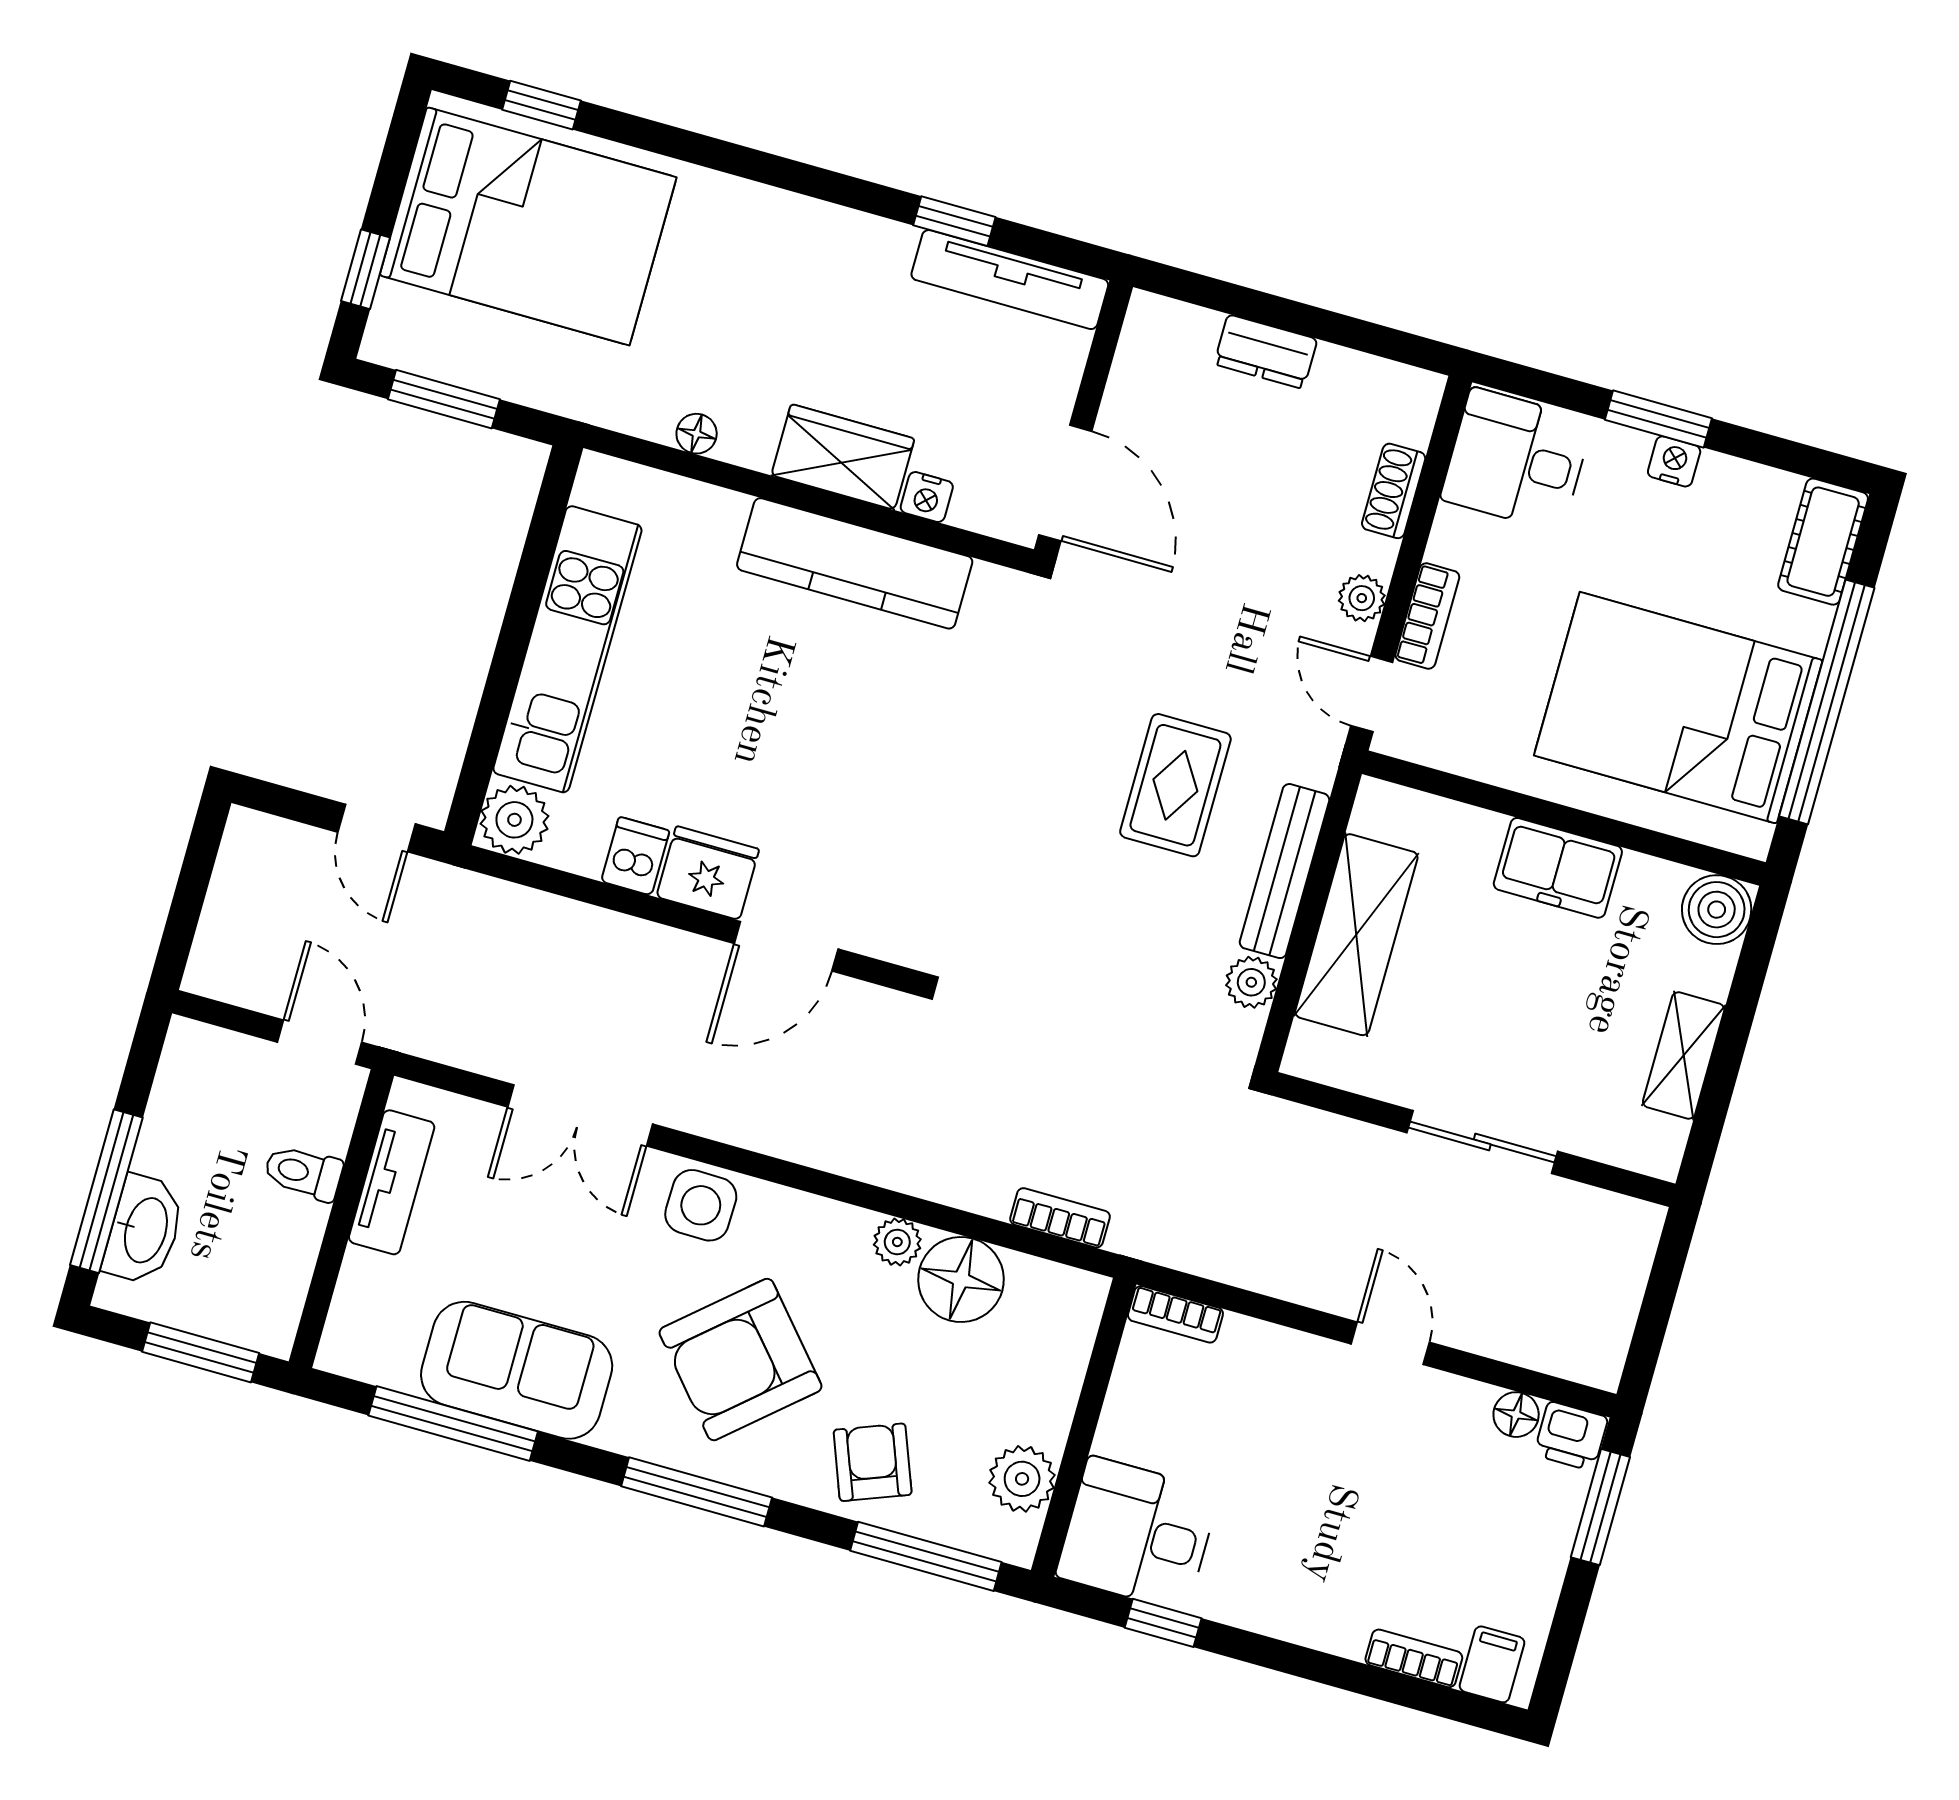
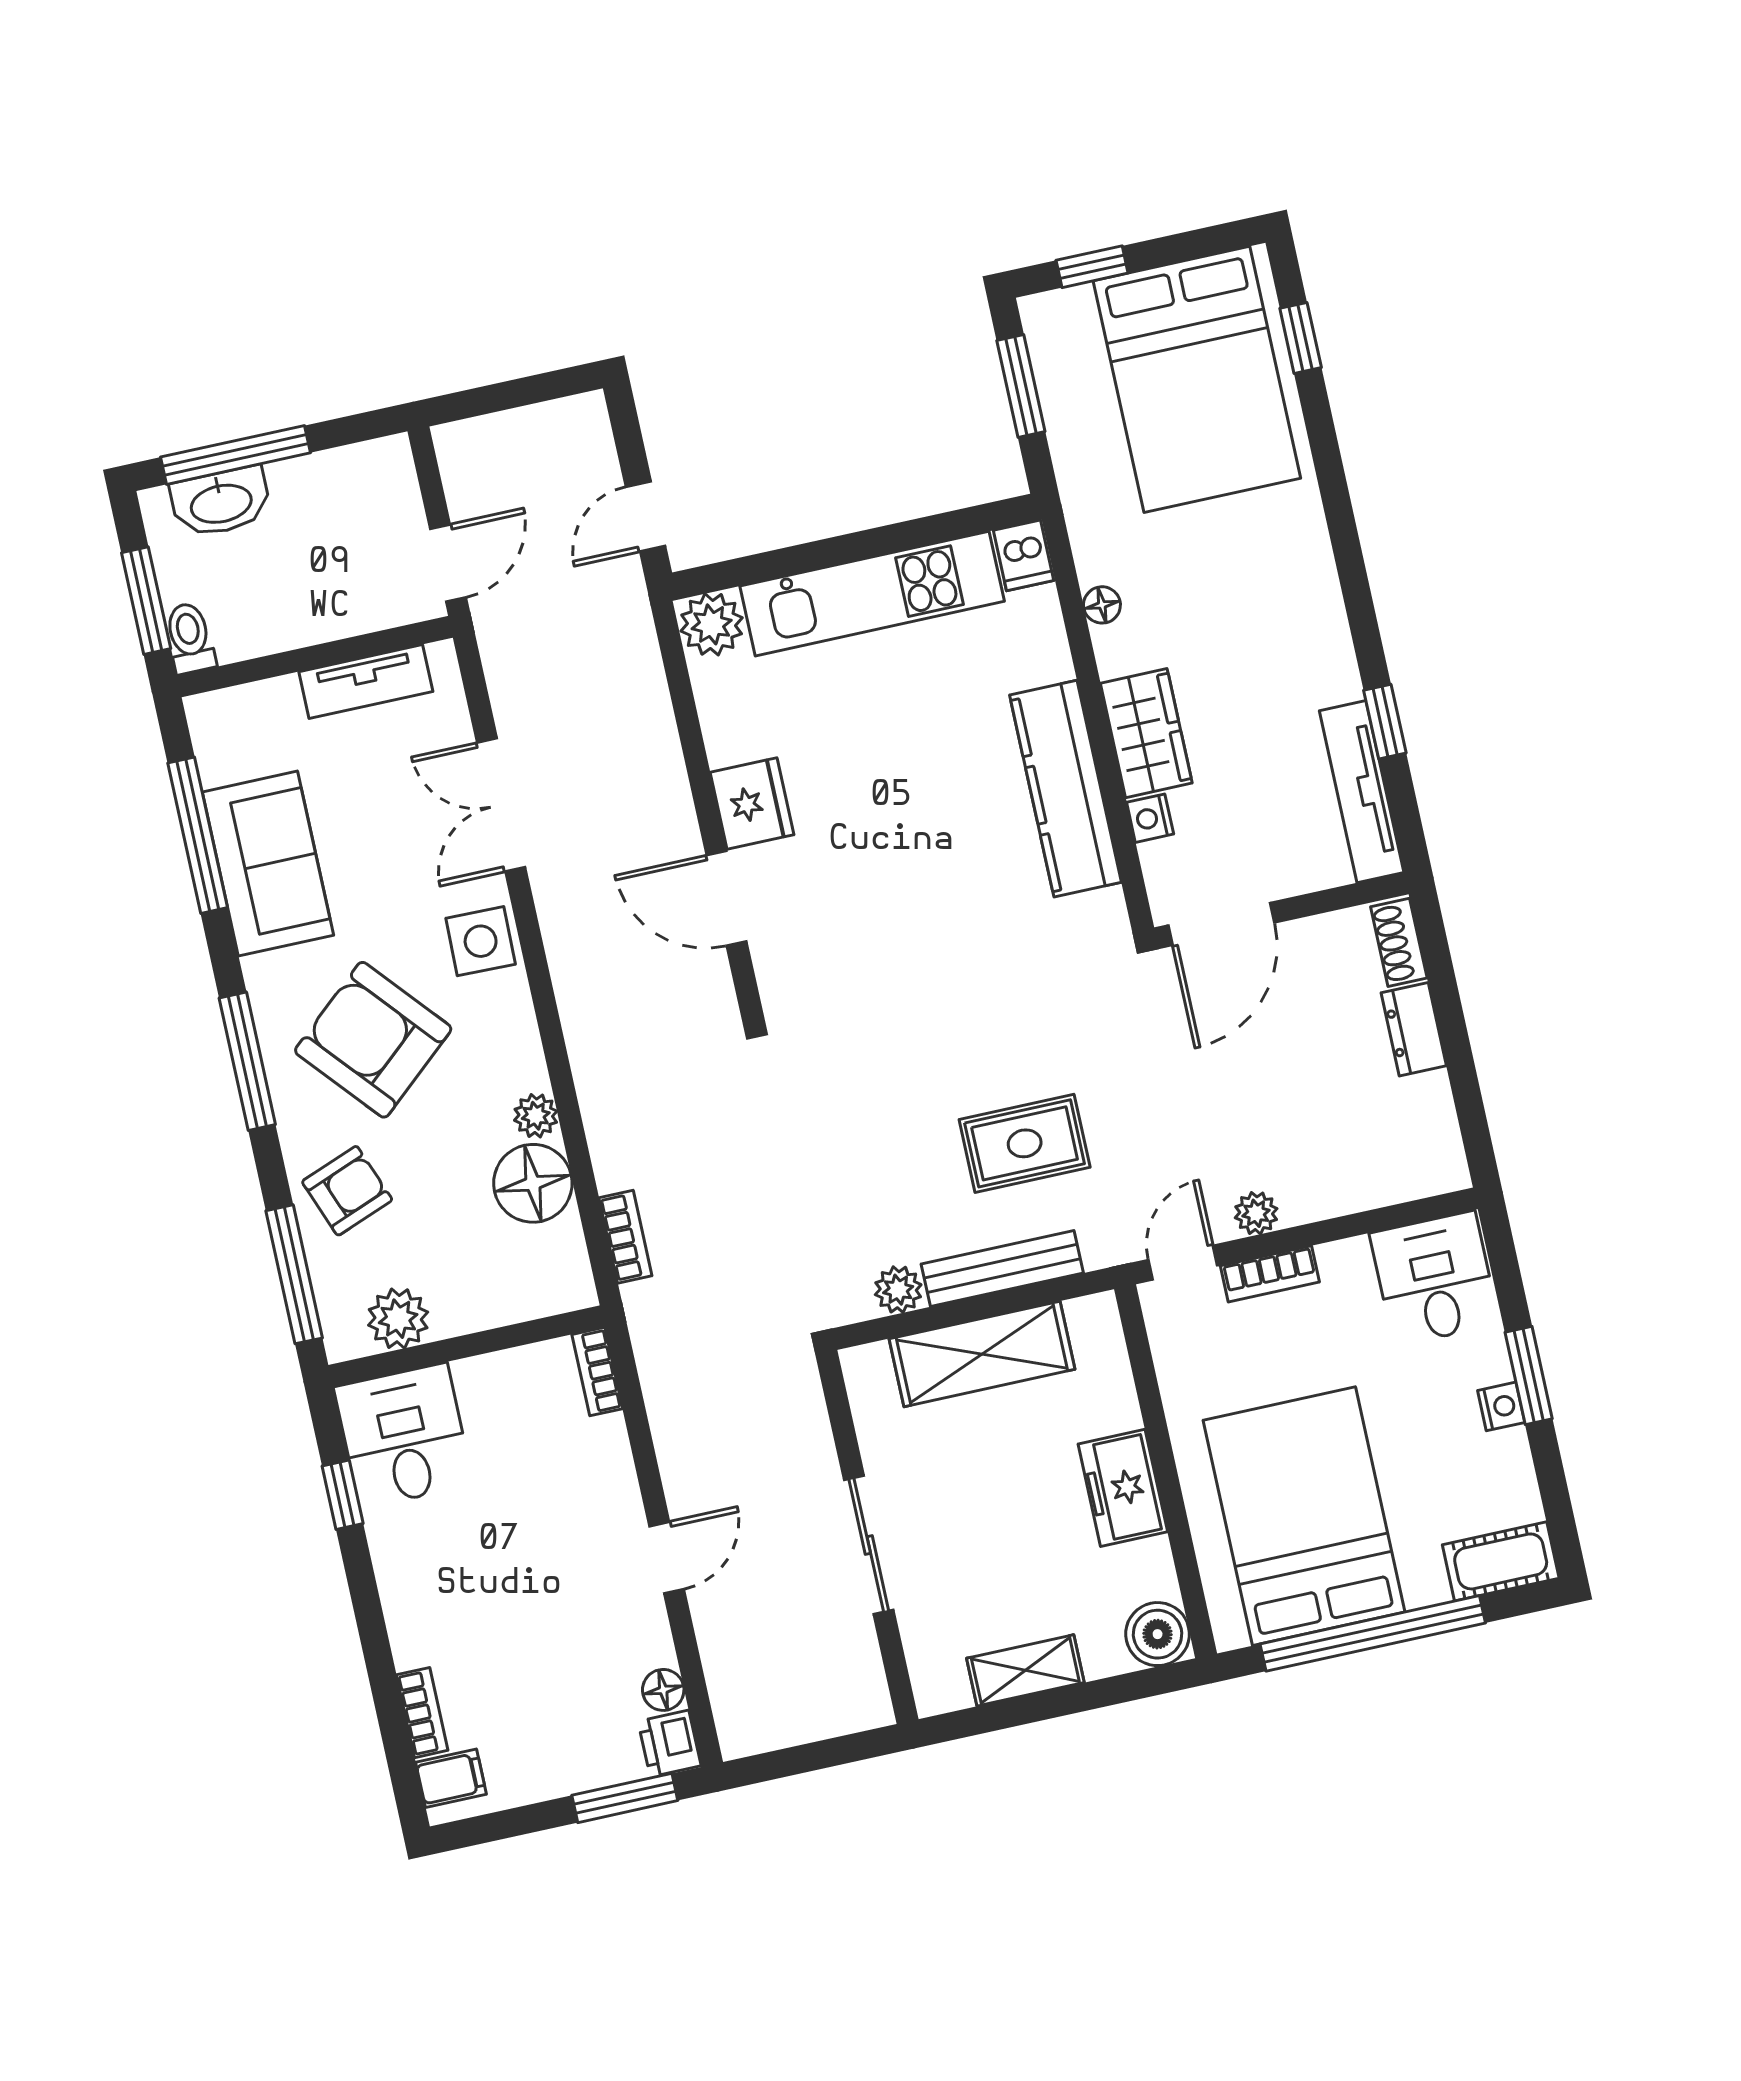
shoe rack: (1394, 491) -> (1399, 942), moved, turned -90
dishwasher: (635, 856) -> (1024, 555), moved, turned 90
toilet: (303, 1173) -> (190, 638), moved

